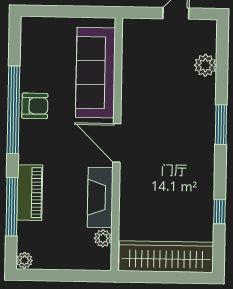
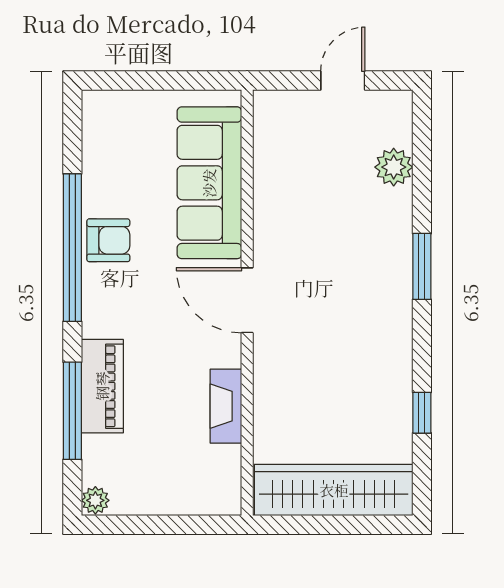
fireplace: (100, 197) -> (226, 406), width x0.73, depth x0.76
plant: (103, 238) -> (227, 461), removed

